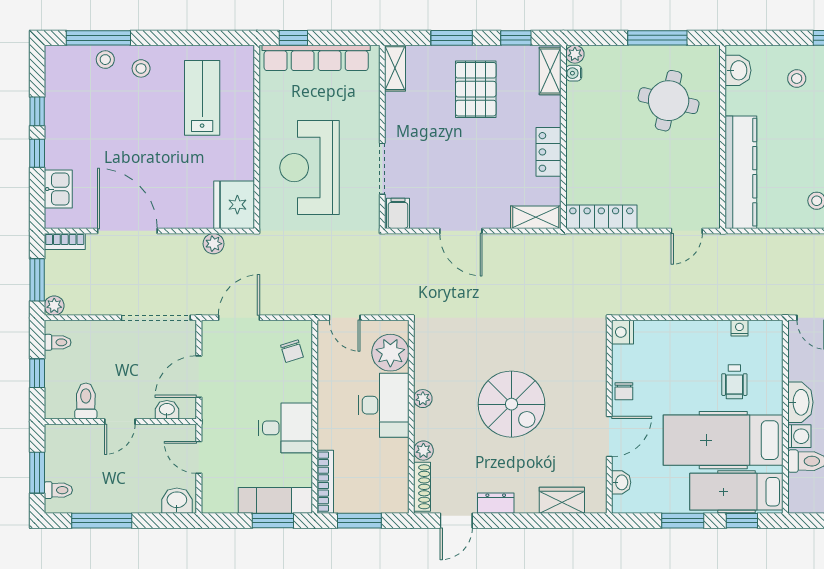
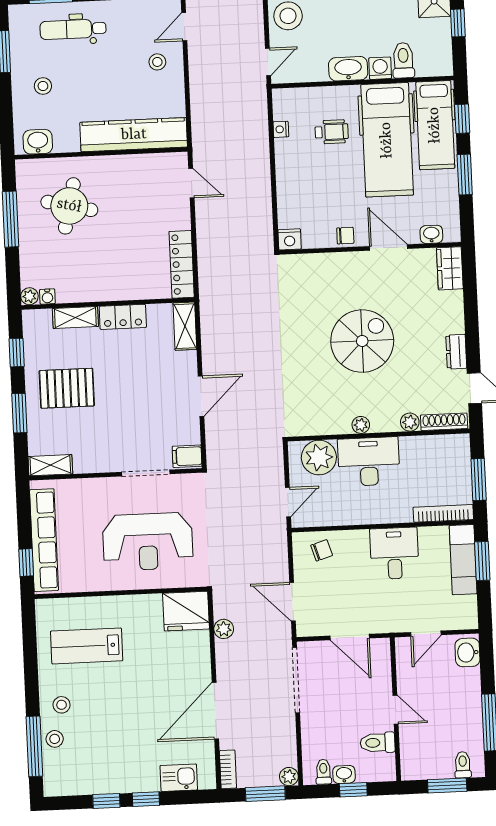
shelving: (550, 71) -> (75, 317), moved
washbasin: (167, 410) -> (344, 774), moved, turned 90
wardrobe: (562, 500) -> (450, 268), moved

